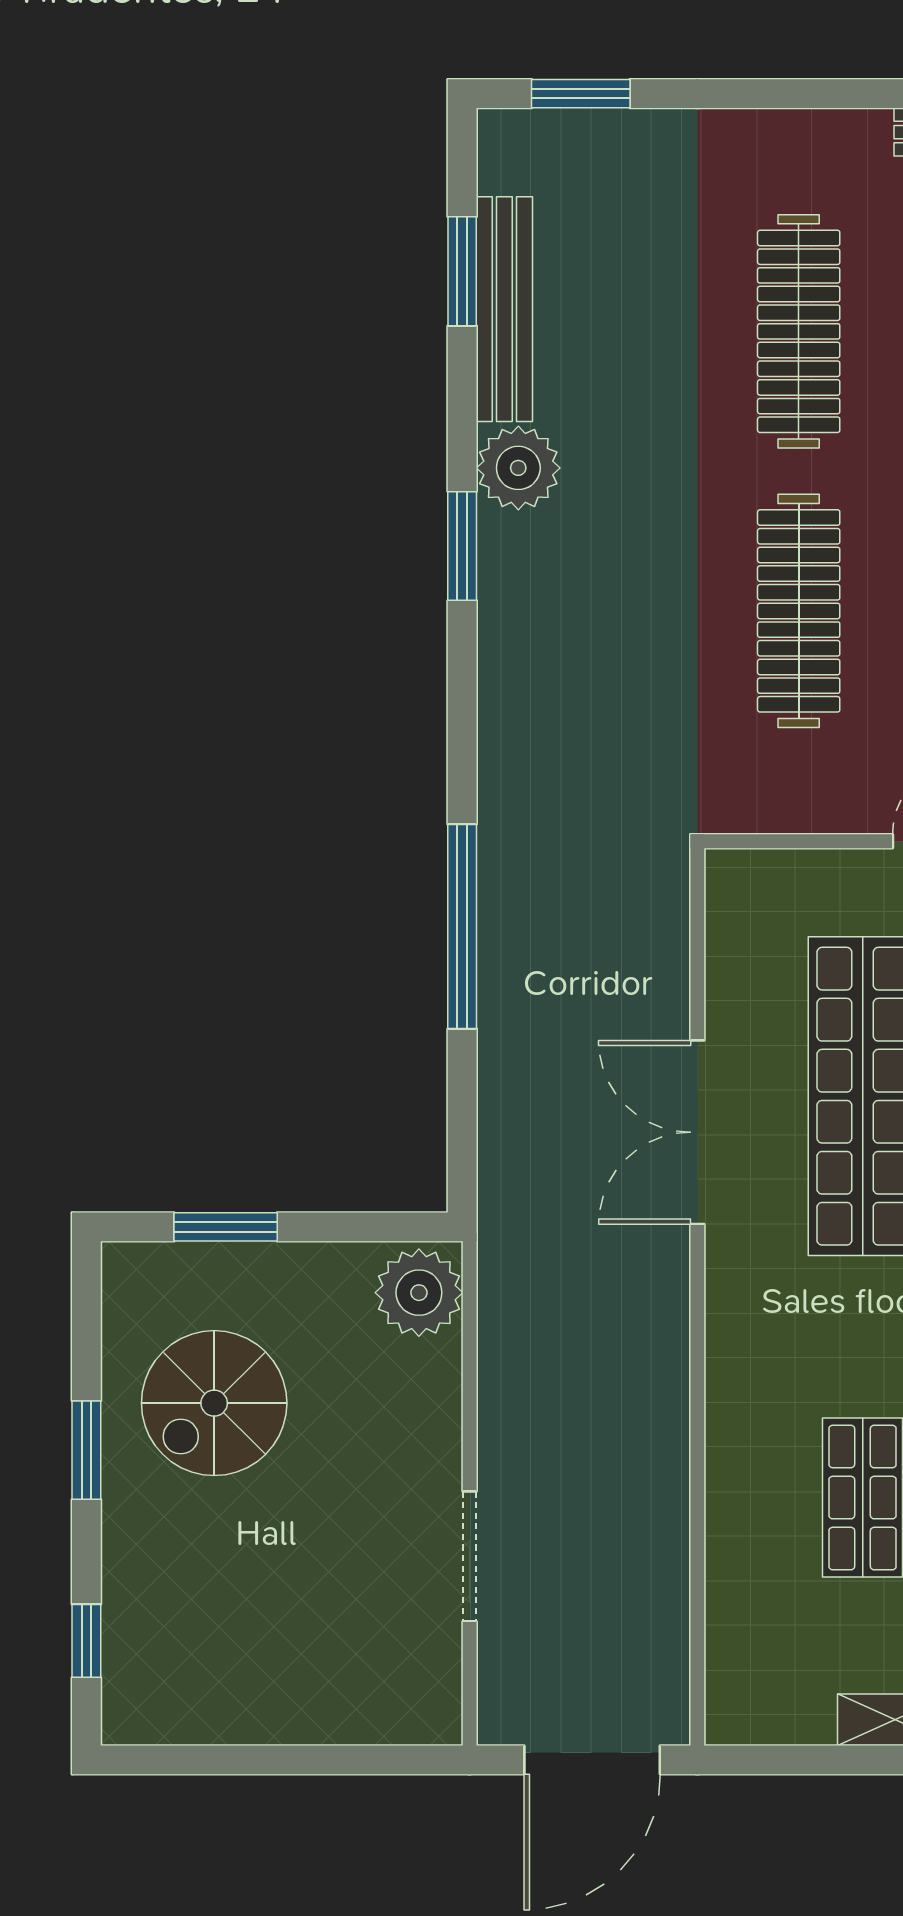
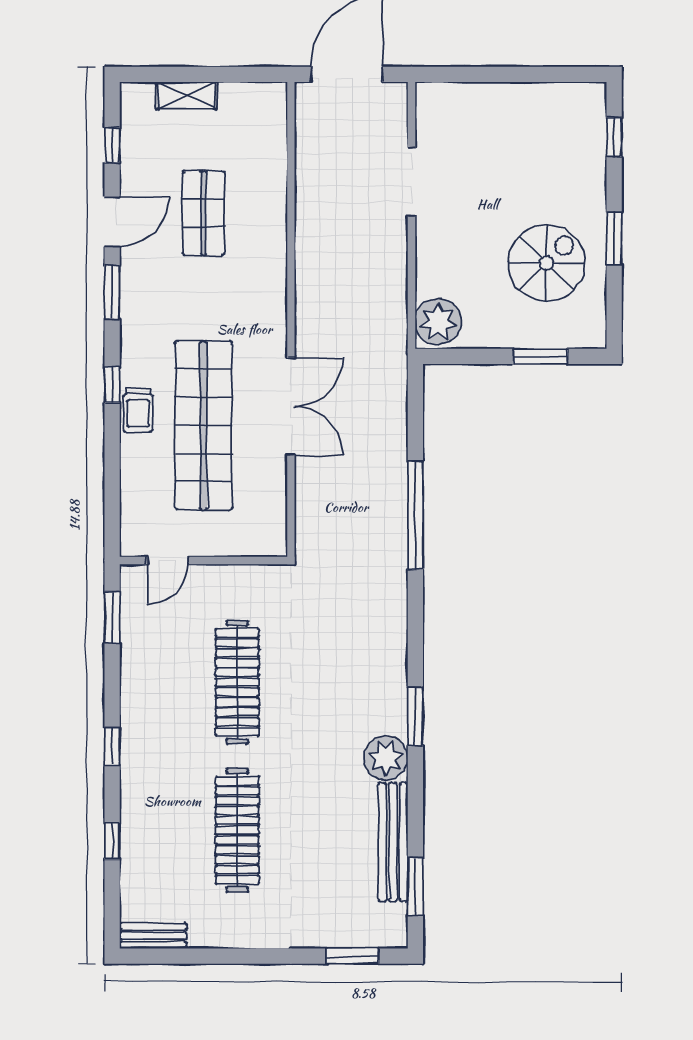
window: (462, 271) -> (415, 887), moved

